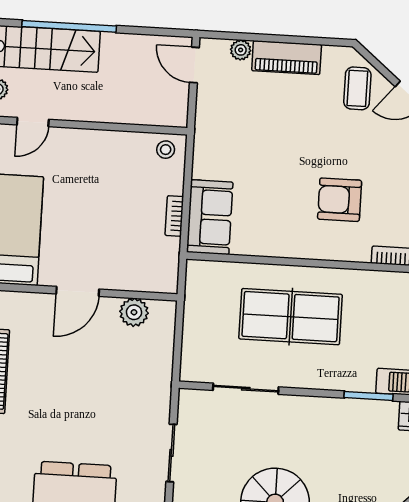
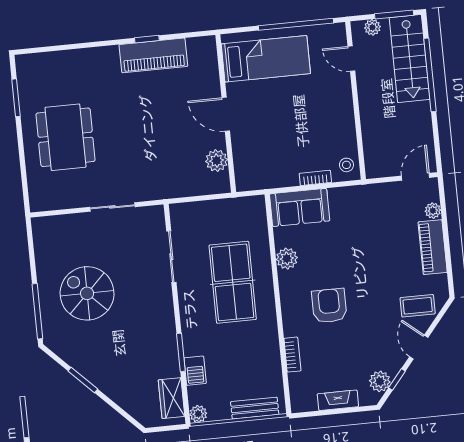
bookcase: (174, 216) -> (315, 178), moved
plant: (272, 244) -> (287, 259), added

